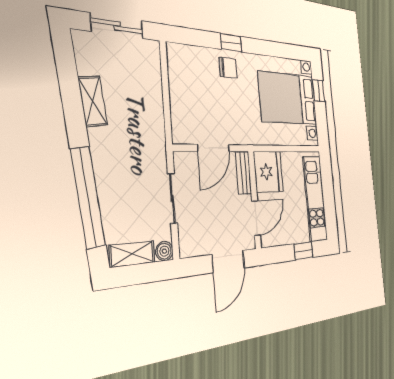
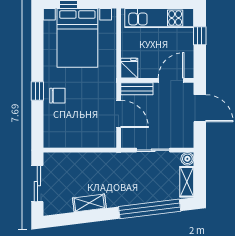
chair: (228, 68) -> (57, 96), turned 90
fridge: (268, 172) -> (129, 68), width x0.53, depth x0.75
door: (256, 218) -> (171, 80), hinge flipped

